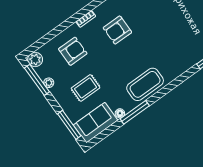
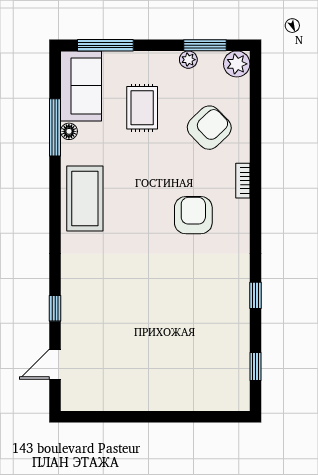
armchair: (73, 51) -> (209, 128), turned -134
window: (37, 80) -> (205, 45), width x0.69
window: (135, 112) -> (55, 127), moved

